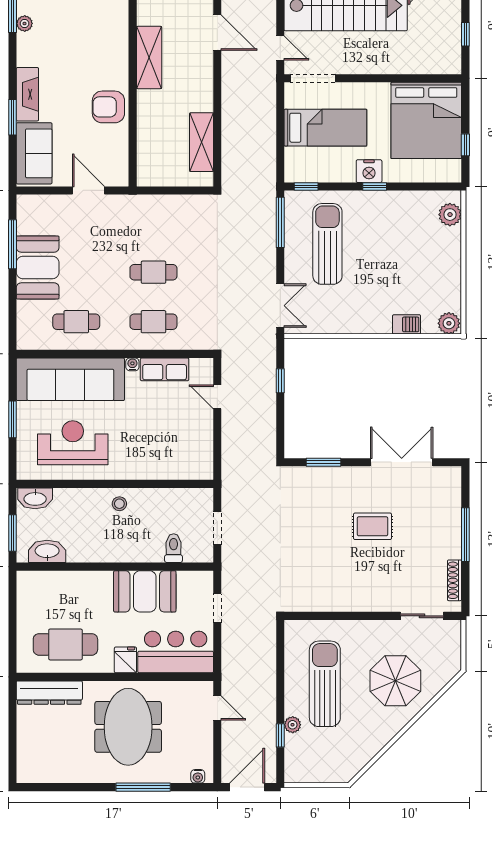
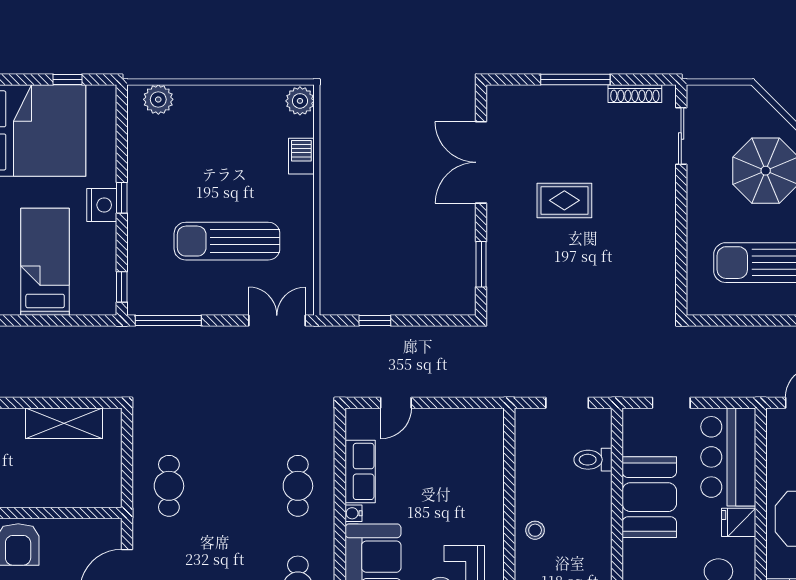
sun lounger: (327, 244) -> (227, 241), moved
cafe table: (153, 272) -> (169, 486), moved
rug: (372, 526) -> (564, 200), turned 90

